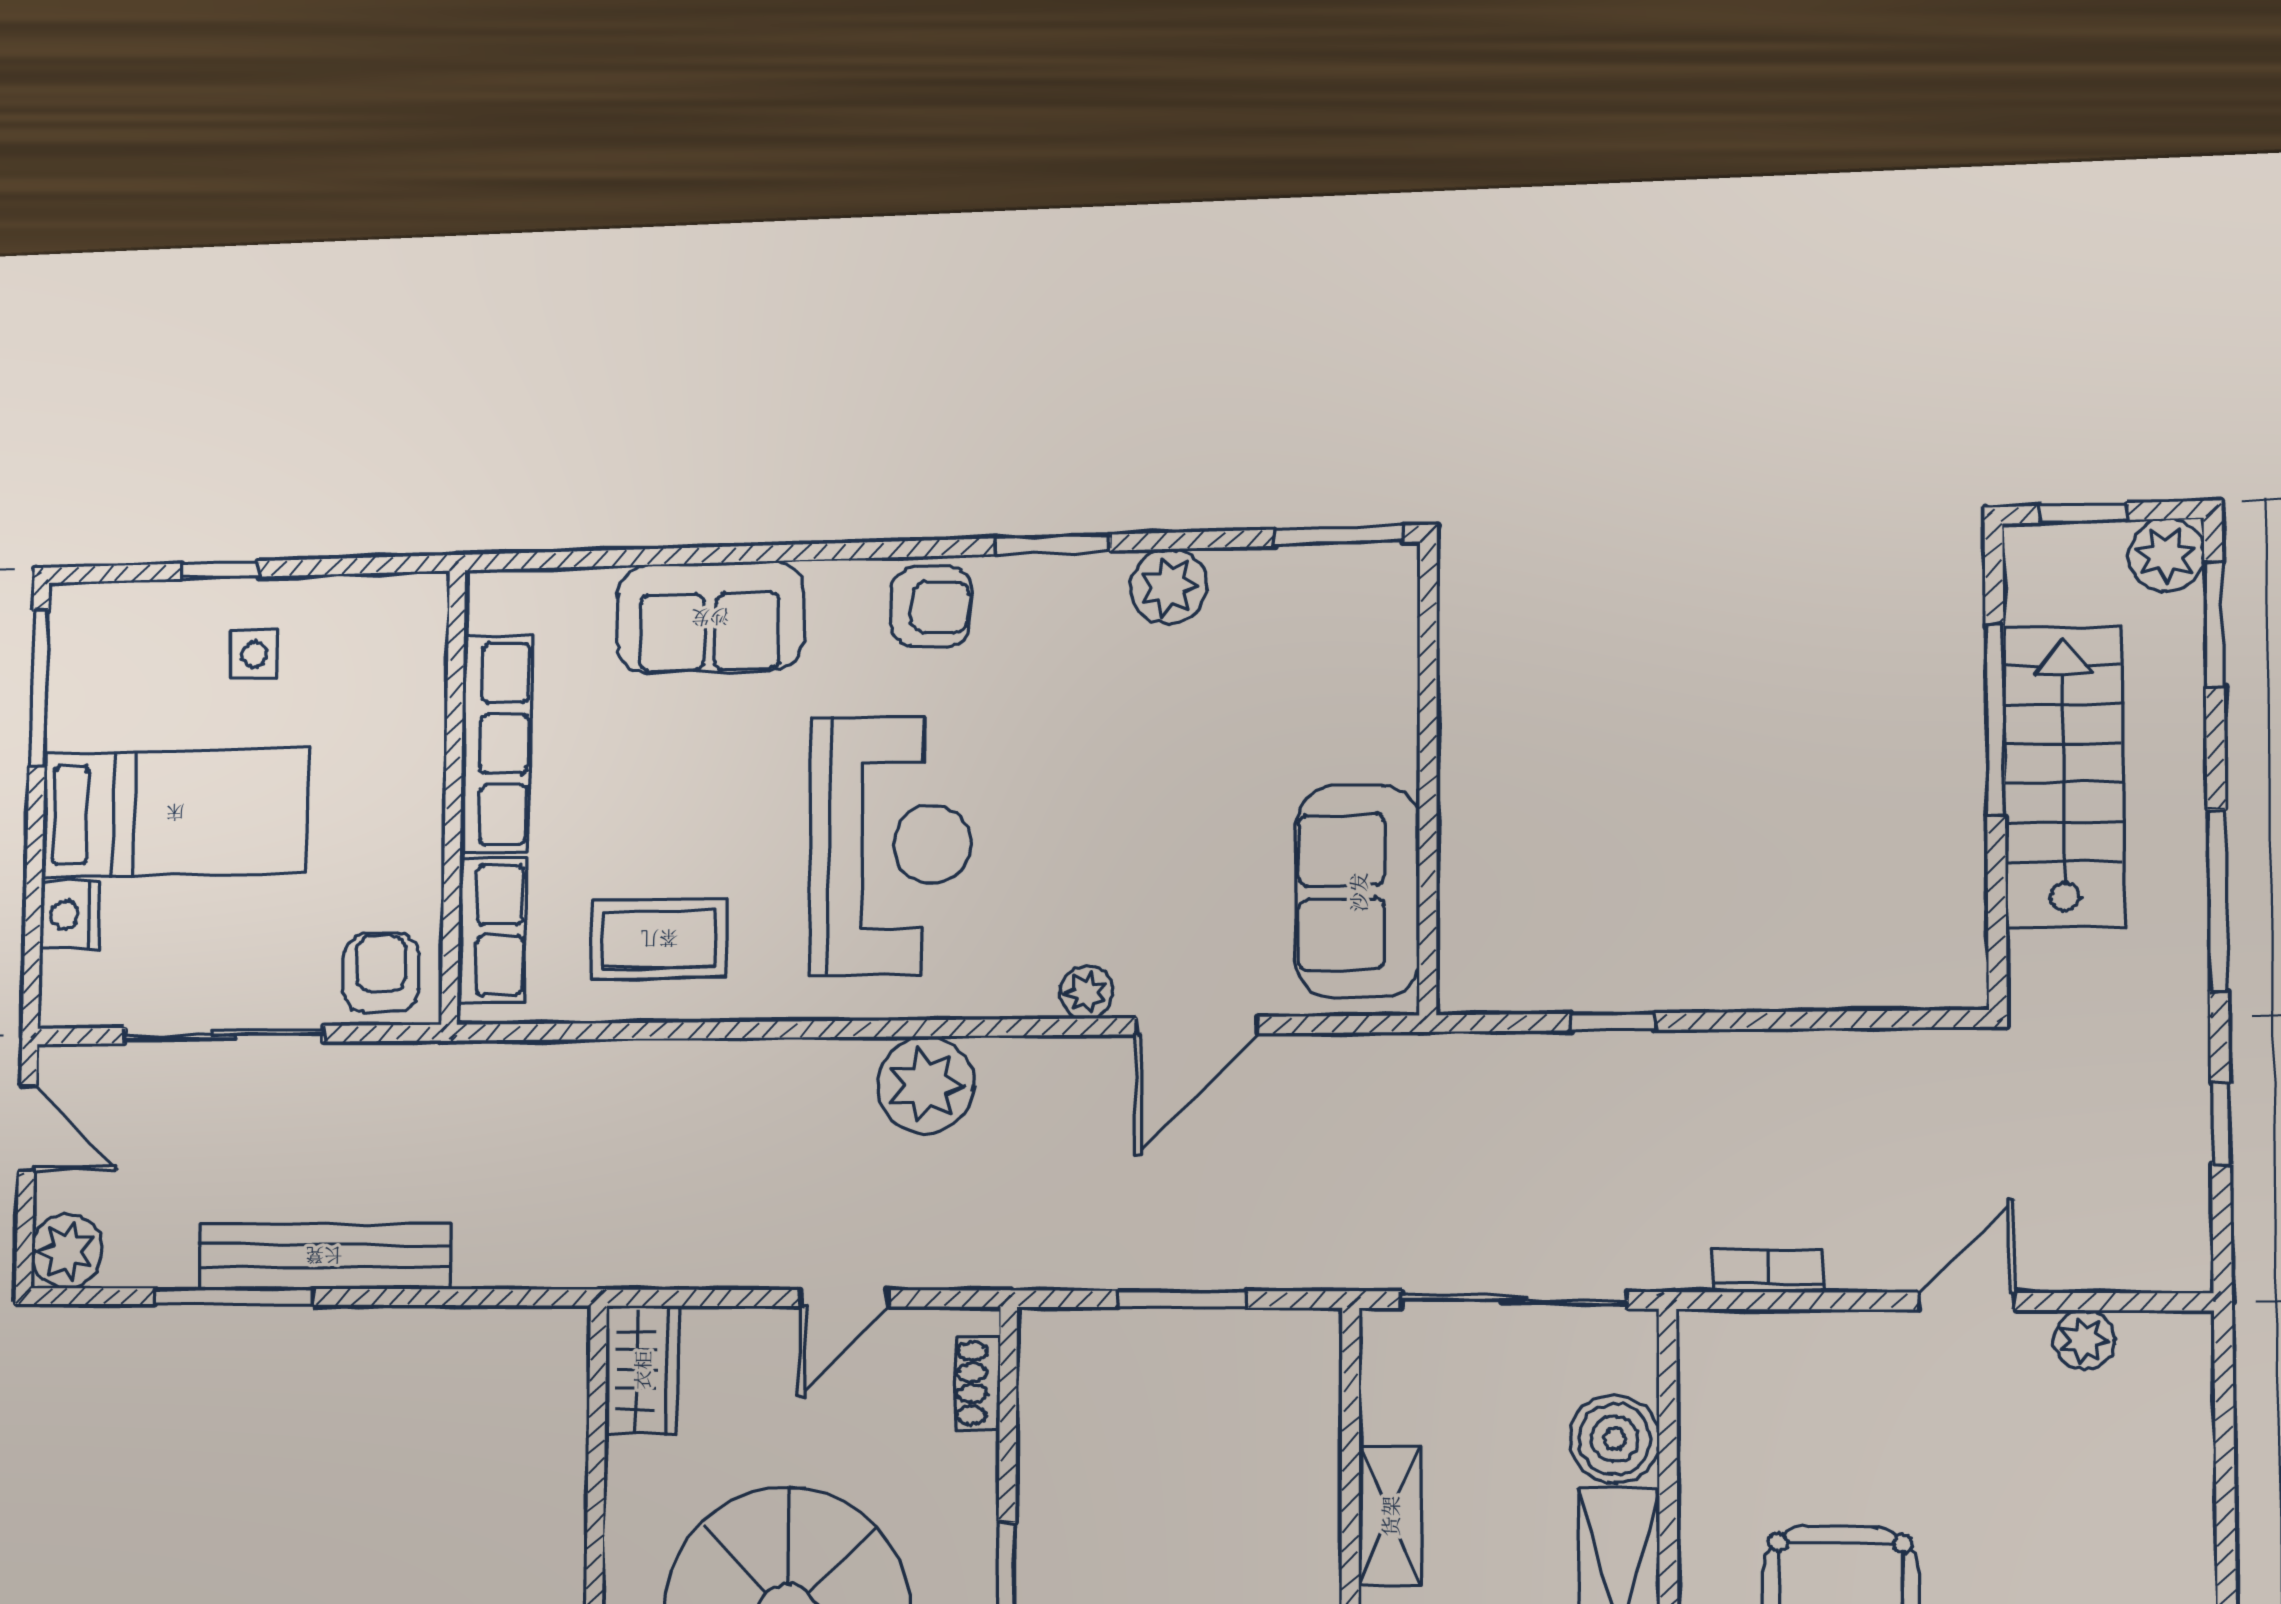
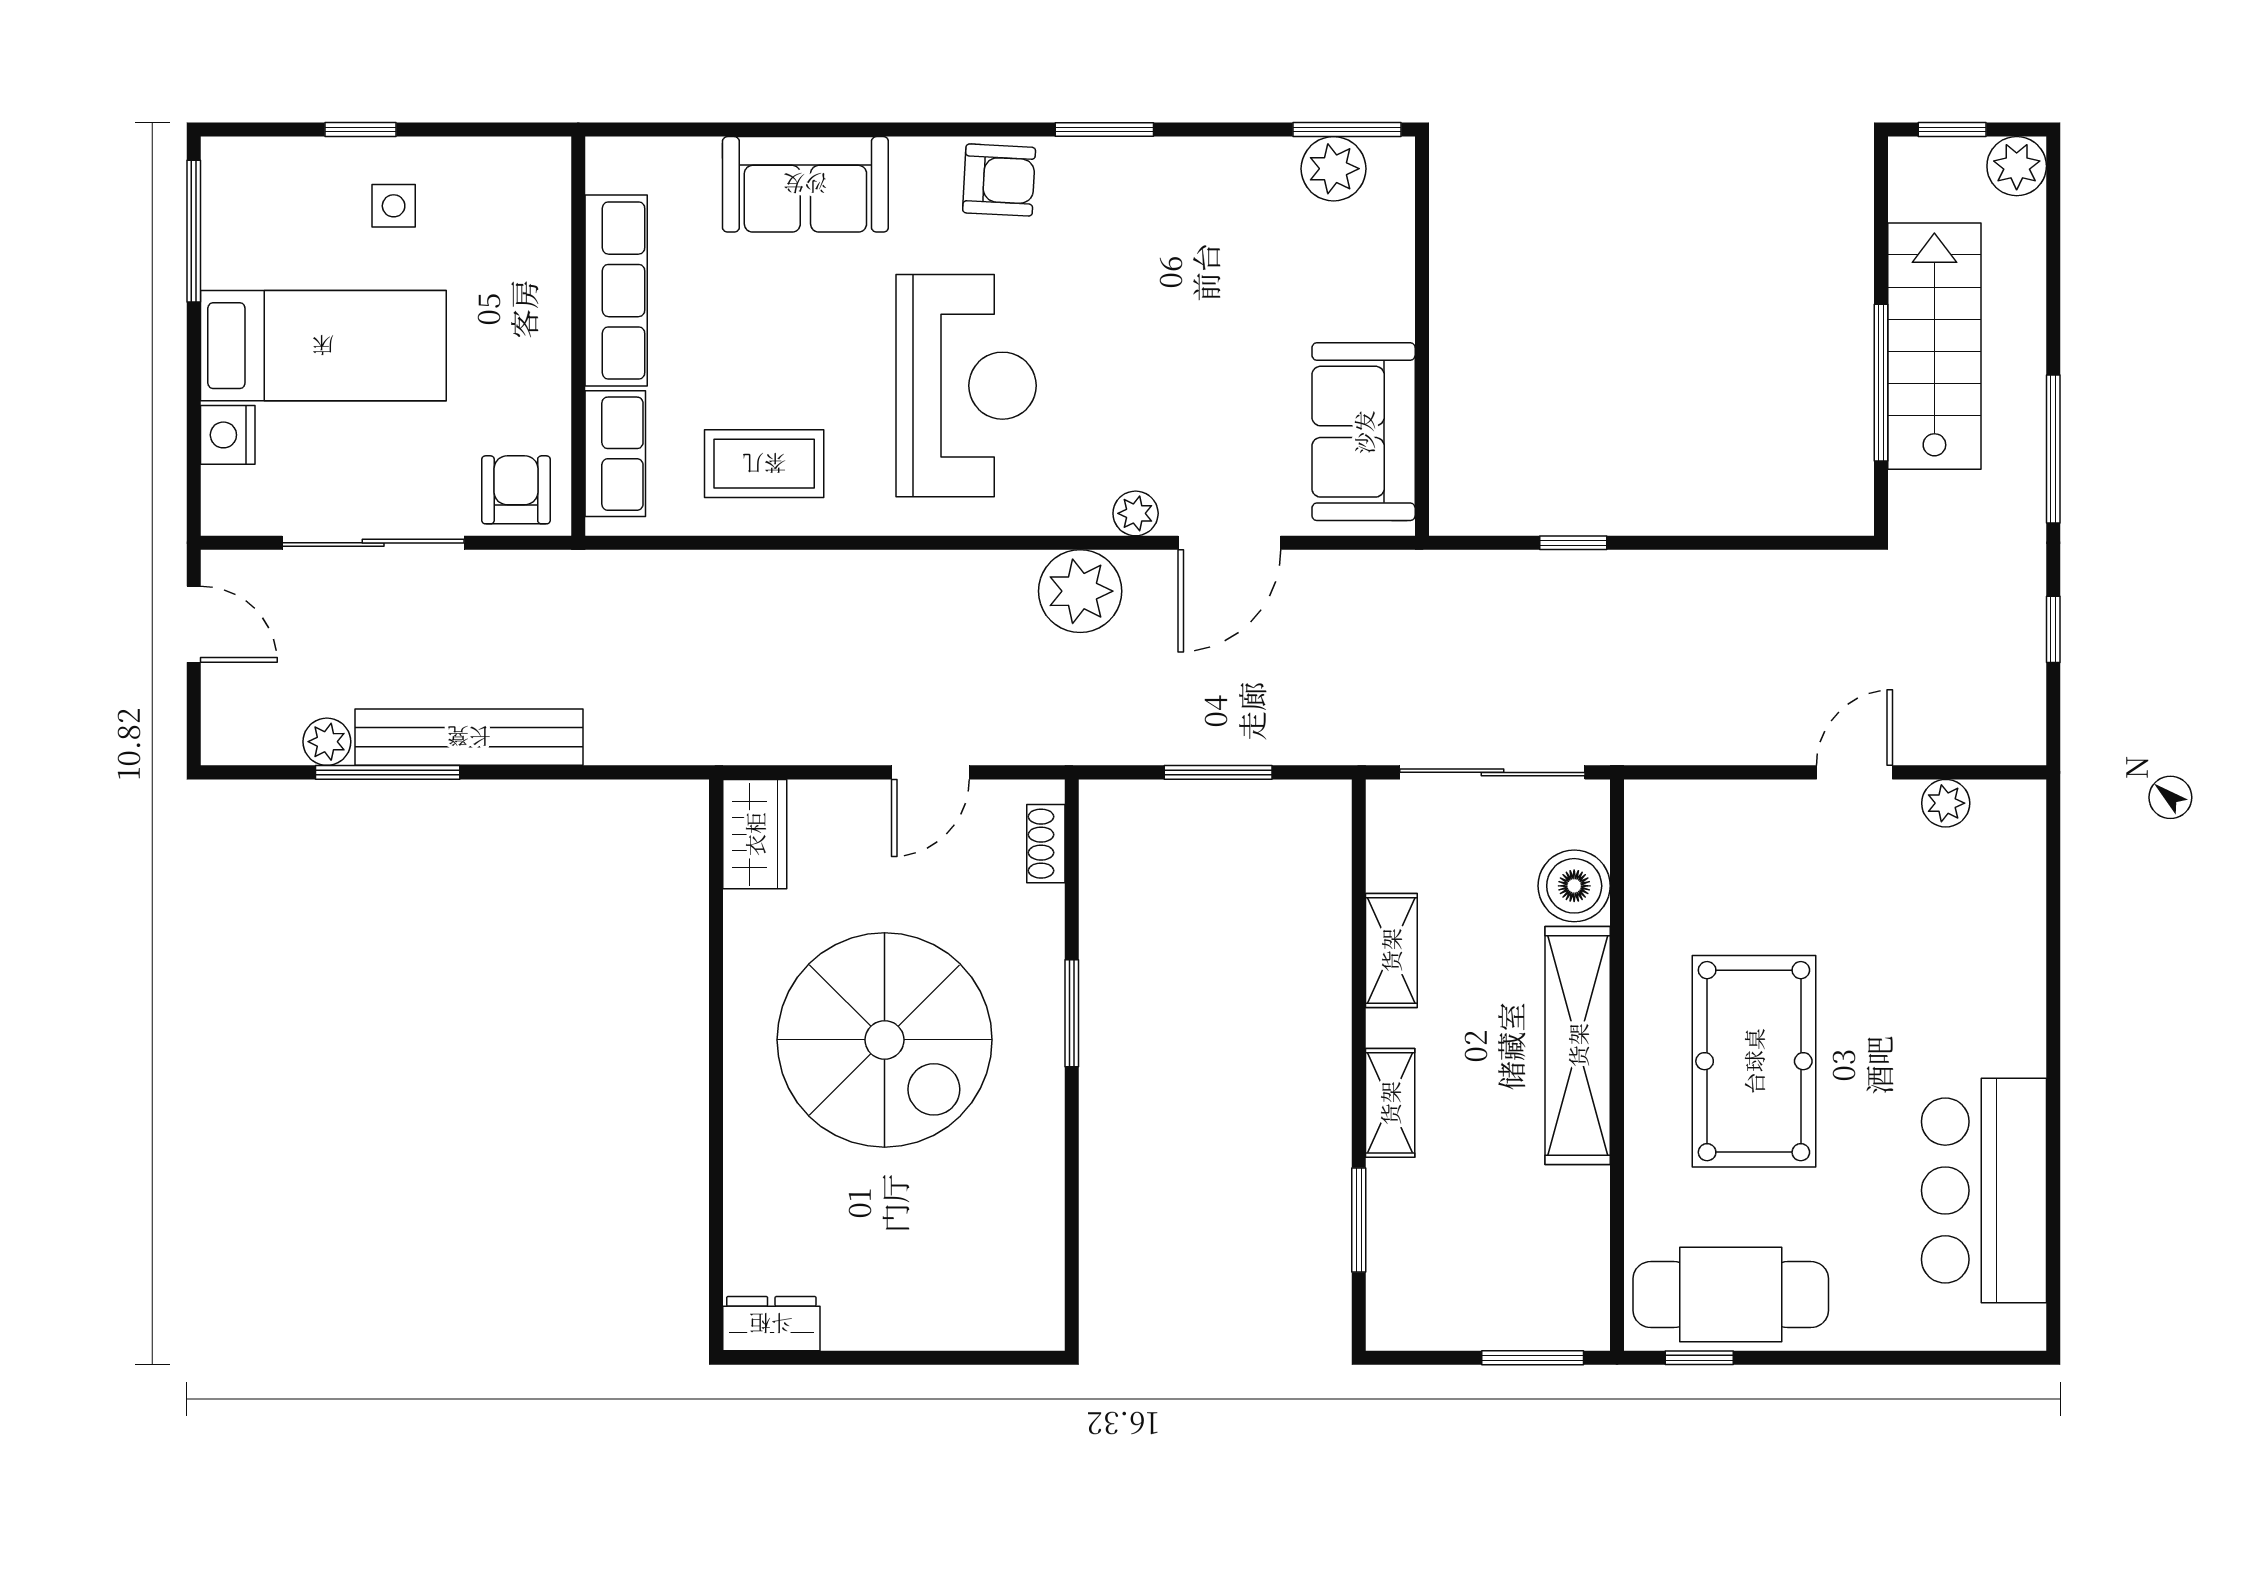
plant: (1169, 587) -> (1334, 169), moved
window: (2214, 625) -> (2053, 225), removed
window: (1995, 720) -> (1881, 383), moved
plant: (926, 1085) -> (1080, 591), moved
plant: (67, 1251) -> (327, 742), moved, width x0.73, depth x0.73
bookcase: (1769, 1271) -> (1698, 748), removed

